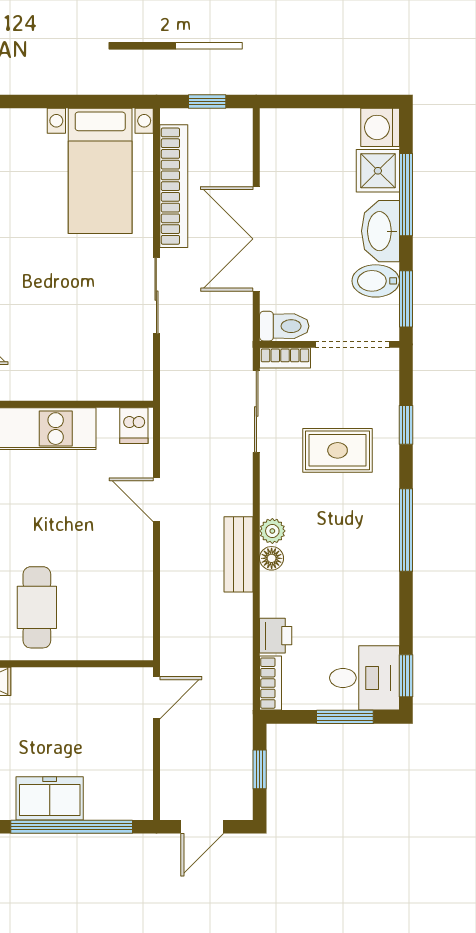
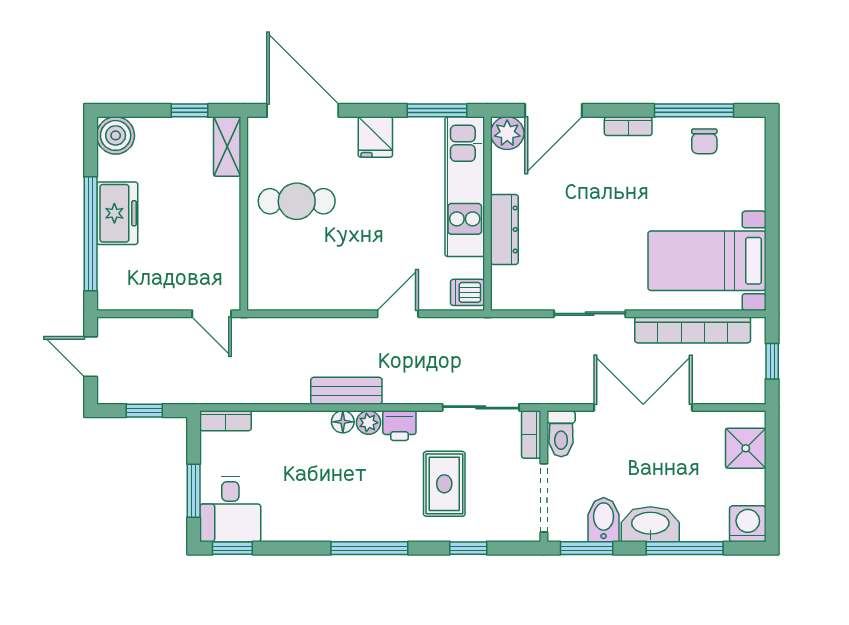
shower: (378, 171) -> (746, 448), moved
dresser: (67, 386) -> (504, 229), added
printer: (276, 636) -> (399, 426), moved

